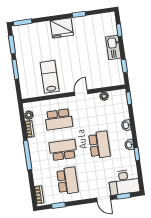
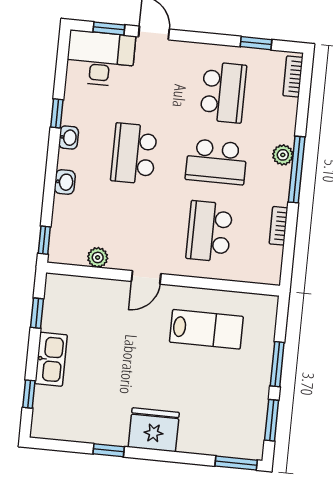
lab bench: (50, 77) -> (206, 329), turned -90
plant: (29, 115) -> (283, 155), moved
school desk: (59, 119) -> (209, 231), turned -90
school desk: (67, 181) -> (223, 92), turned 180

